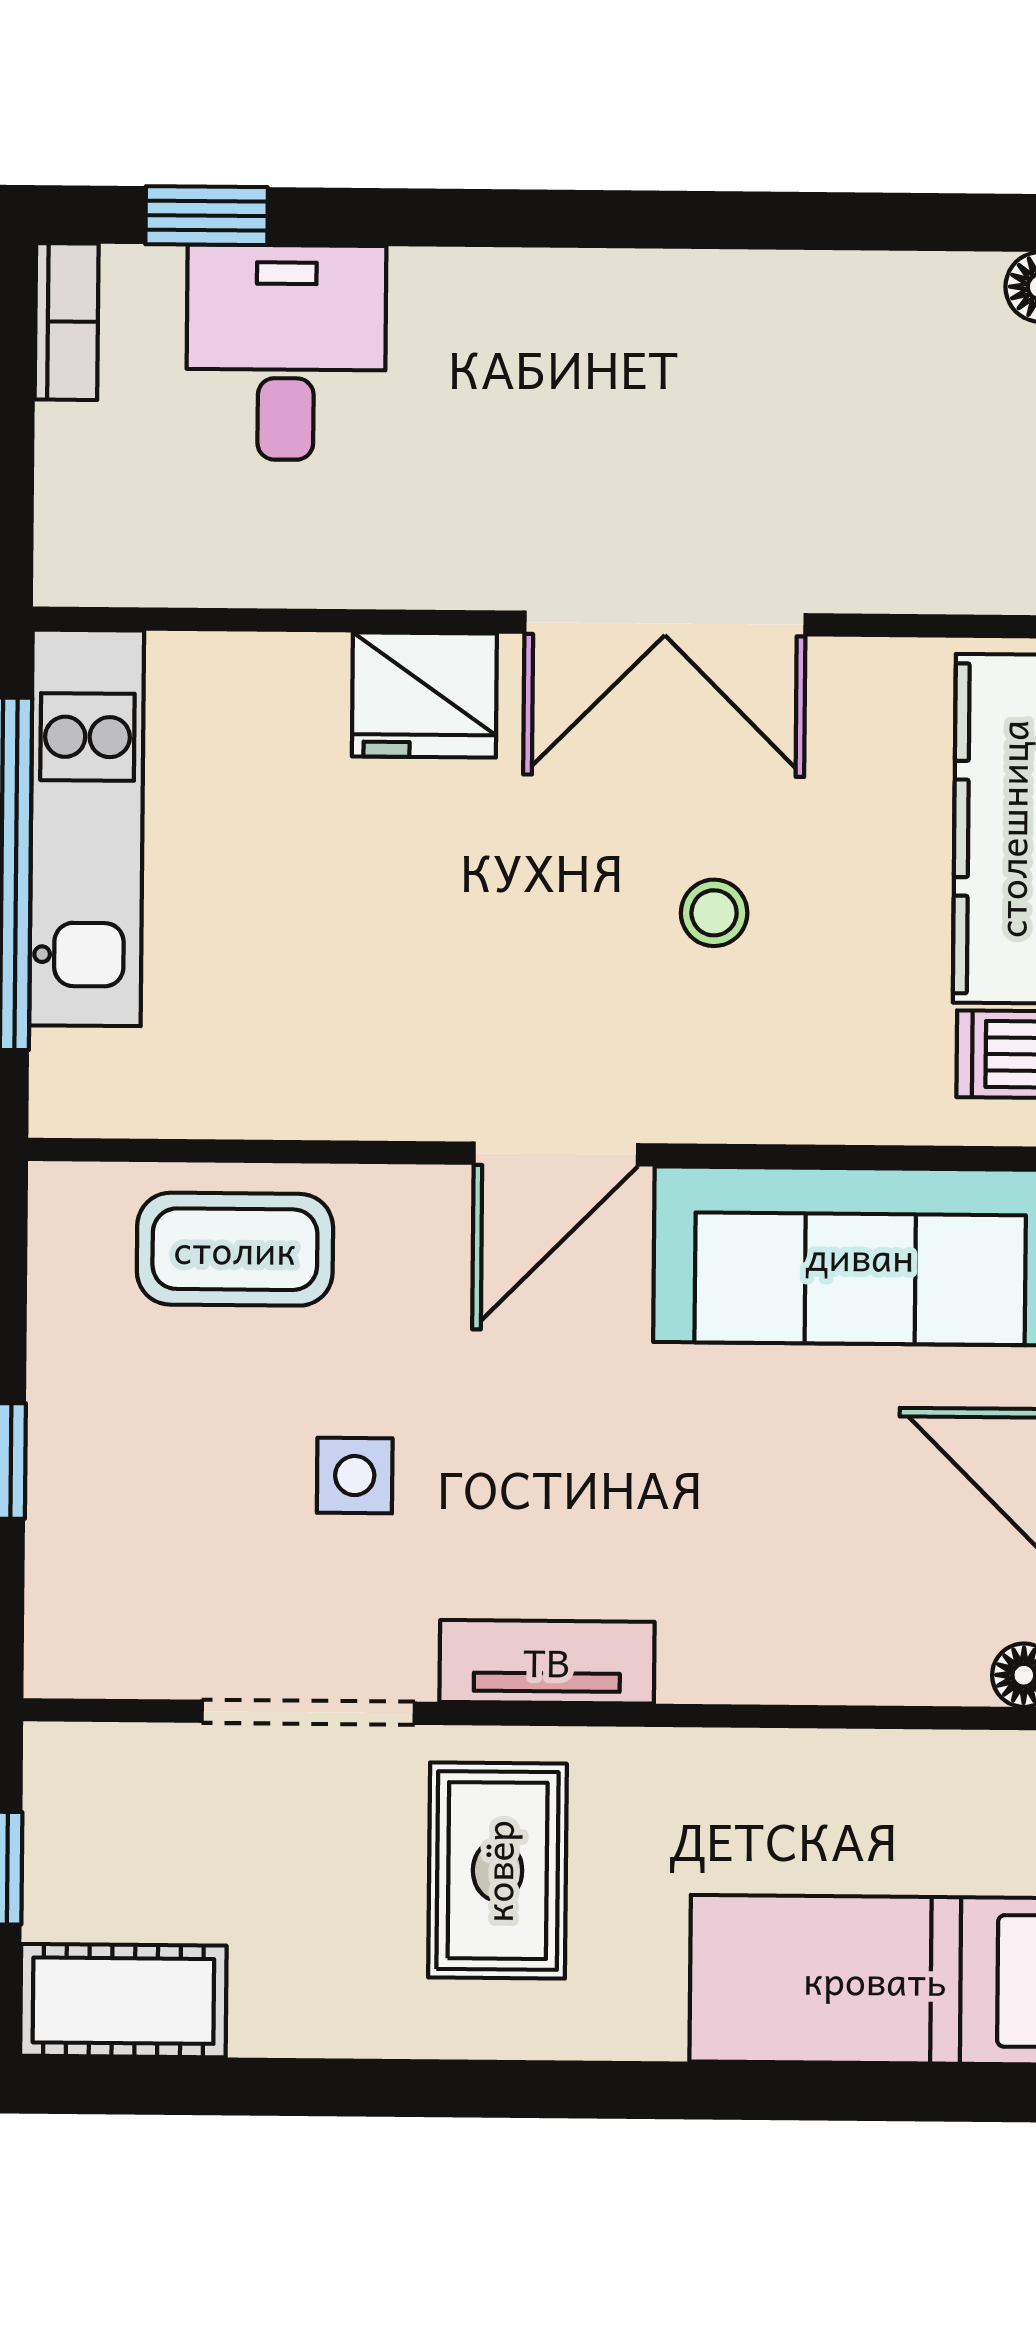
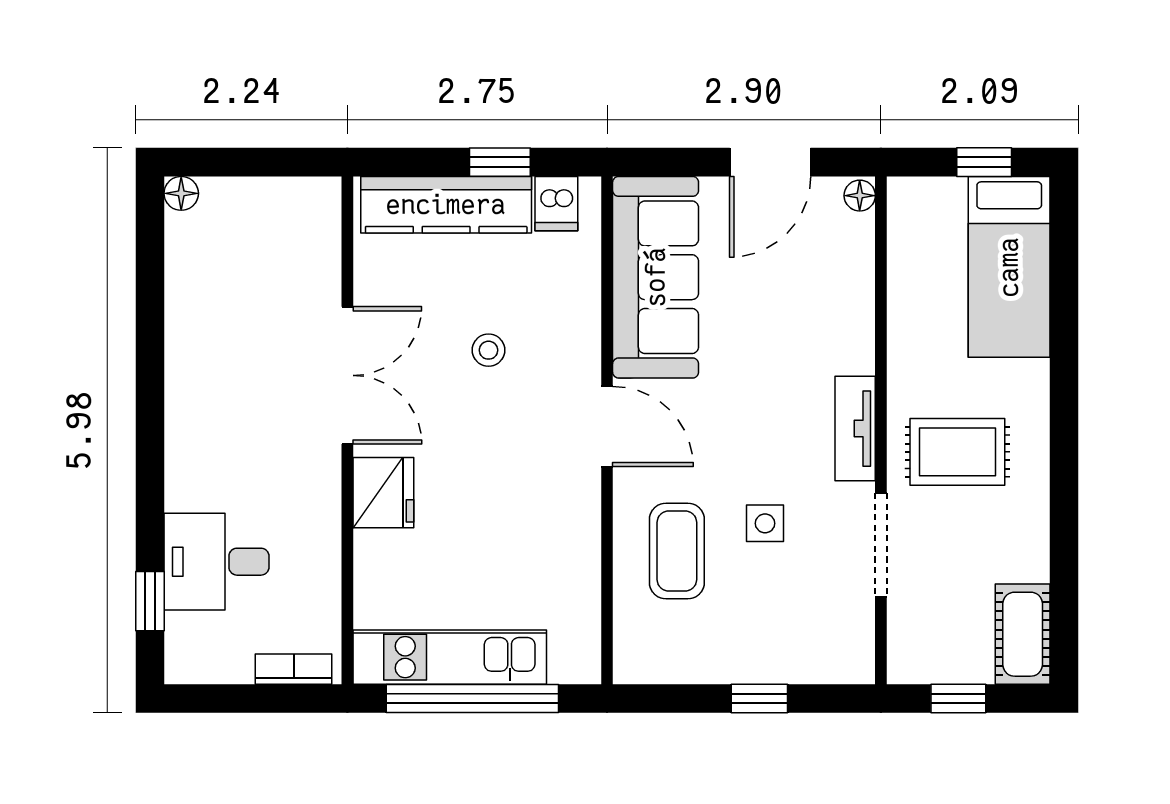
bookcase: (67, 322) -> (294, 669), moved
coffee table: (235, 1249) -> (677, 551), moved

